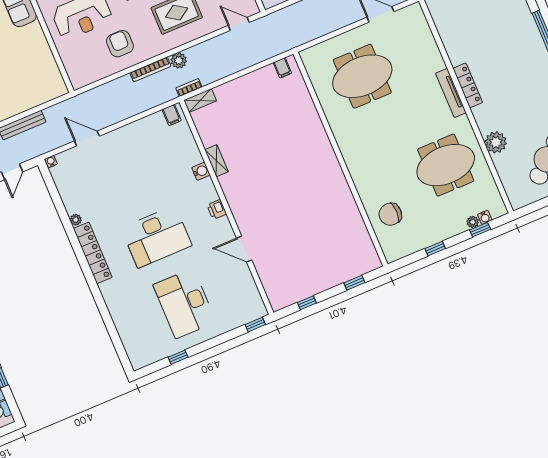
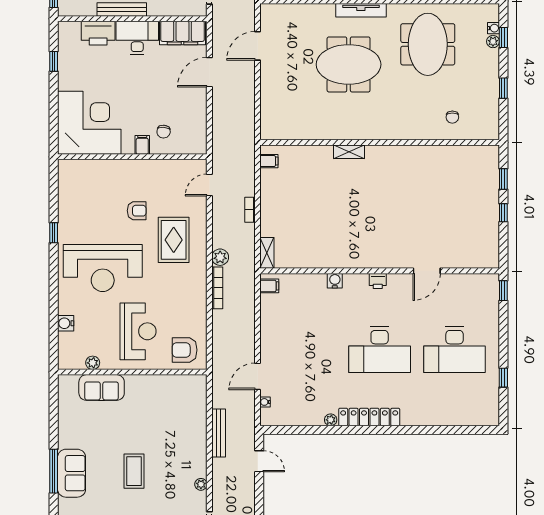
armchair: (120, 44) -> (185, 350), moved
meeting table: (362, 76) -> (349, 64), moved, turned 90
bookcase: (189, 88) -> (250, 210), moved
shelving: (217, 161) -> (349, 152), moved
water cooler: (51, 162) -> (265, 402), moved
chair: (390, 214) -> (452, 117), width x0.54, depth x0.54
desk: (157, 237) -> (380, 350), turned 90
window: (307, 303) -> (503, 213), moved

